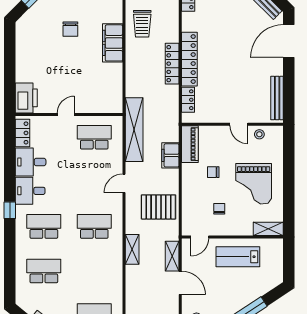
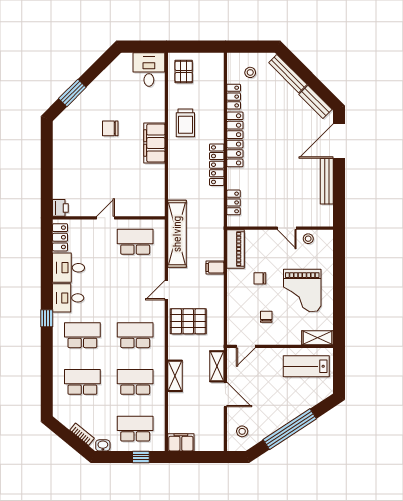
chair: (70, 29) -> (110, 128), turned 90
locker: (189, 59) -> (235, 139), moved
printer: (26, 98) -> (60, 208), width x0.53, depth x0.68
bench: (277, 98) -> (327, 181), moved
filing cabinet: (170, 155) -> (215, 267), width x0.50
pallet: (158, 207) -> (188, 321), moved
shelving: (132, 249) -> (175, 376), moved
lab bench: (238, 257) -> (306, 366), moved
school desk: (94, 271) -> (135, 382), added

